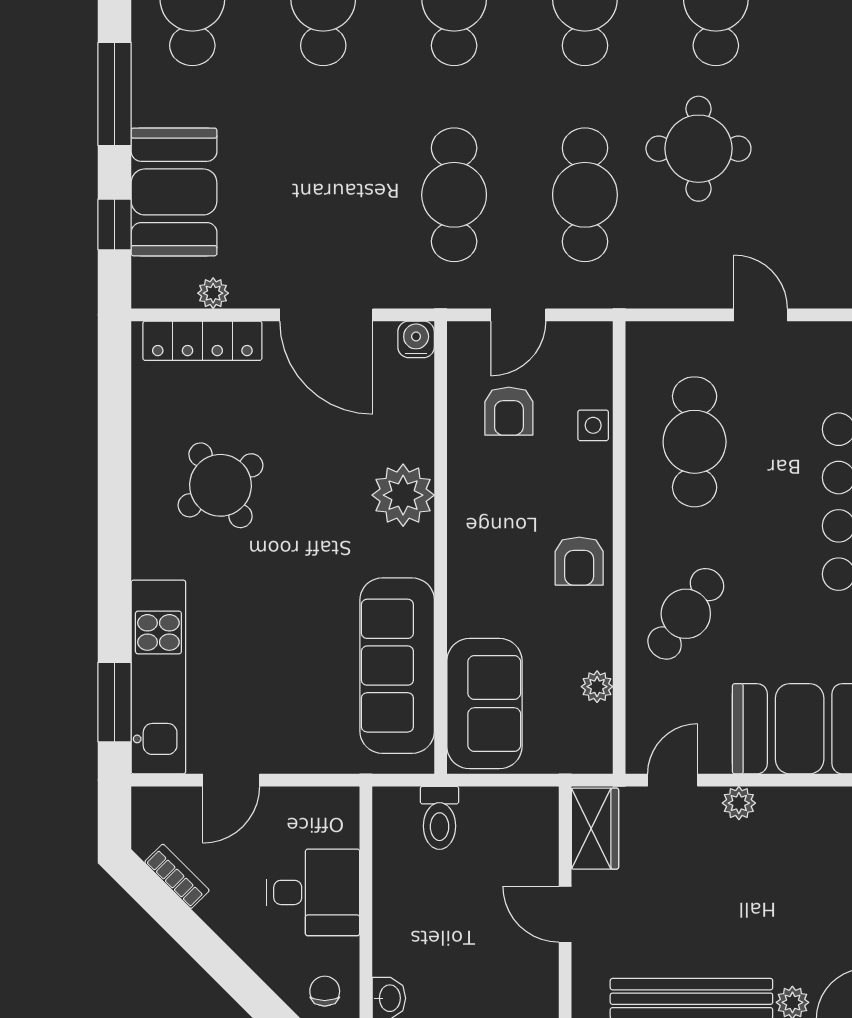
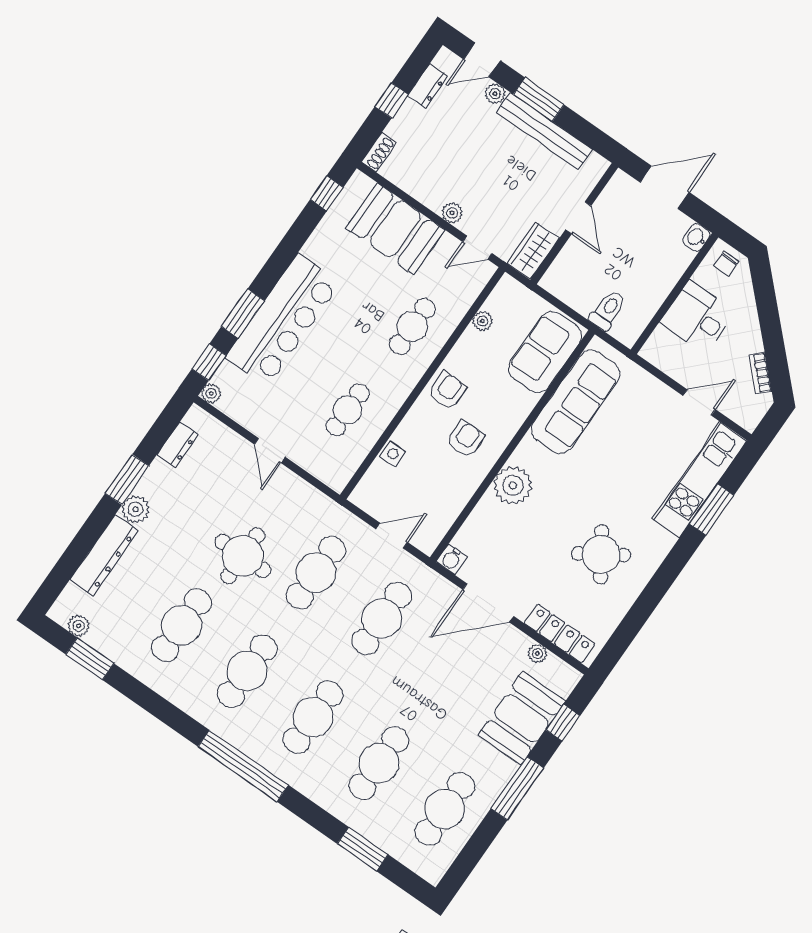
door: (326, 315) -> (488, 603), swing flipped
armchair: (509, 411) -> (465, 439), moved
cafe table: (695, 442) -> (348, 410), width x0.73, depth x0.74
cafe table: (686, 614) -> (412, 327), turned -36
window: (115, 702) -> (712, 510), moved

